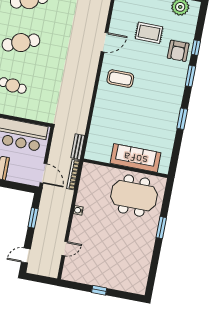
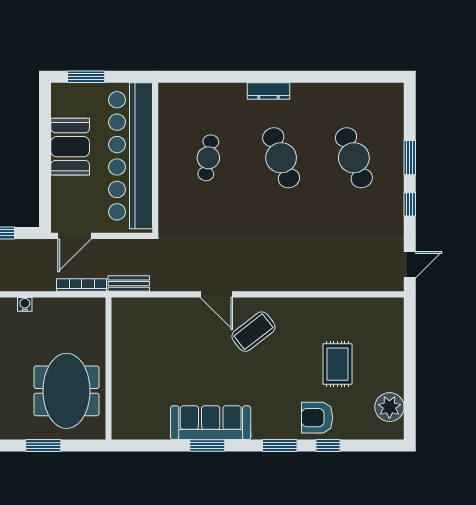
door: (104, 42) -> (216, 294), moved
coffee table: (120, 79) -> (253, 332), turned 52
sofa: (136, 158) -> (211, 423), moved, turned -90
window: (161, 228) -> (43, 446), moved

